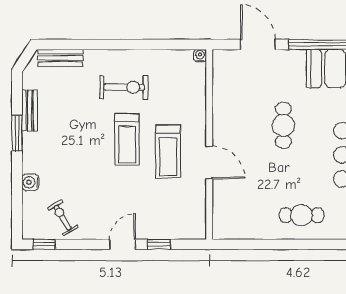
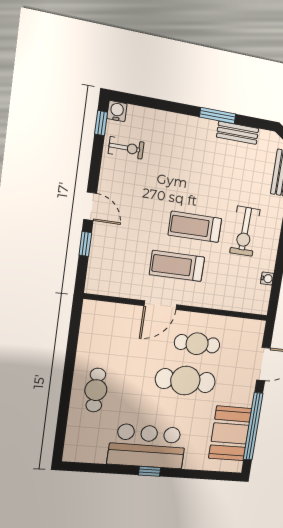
water cooler: (200, 56) -> (267, 279), moved
cafe table: (244, 119) -> (197, 344), added
cafe table: (283, 125) -> (185, 381), width x1.37, depth x1.35
water cooler: (30, 182) -> (117, 111), moved
exercise bike: (63, 218) -> (126, 148), turned 31

